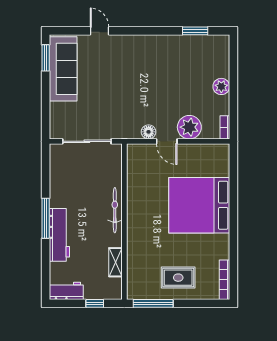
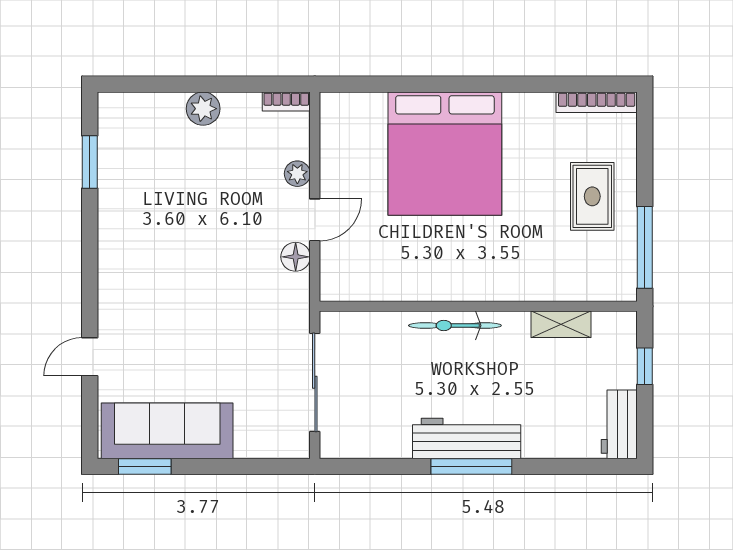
plant: (189, 127) -> (297, 174), width x0.53, depth x0.53
workbench: (59, 235) -> (467, 439), moved

